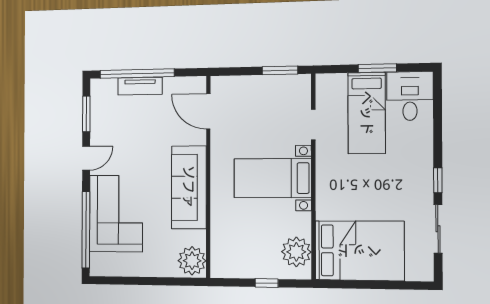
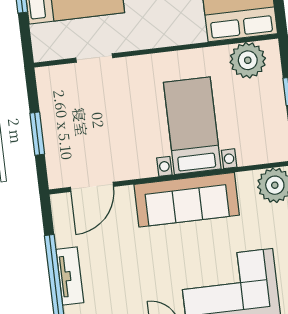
window: (280, 70) -> (37, 134), moved
bed with nightstands: (273, 178) -> (192, 126), moved, turned 180

